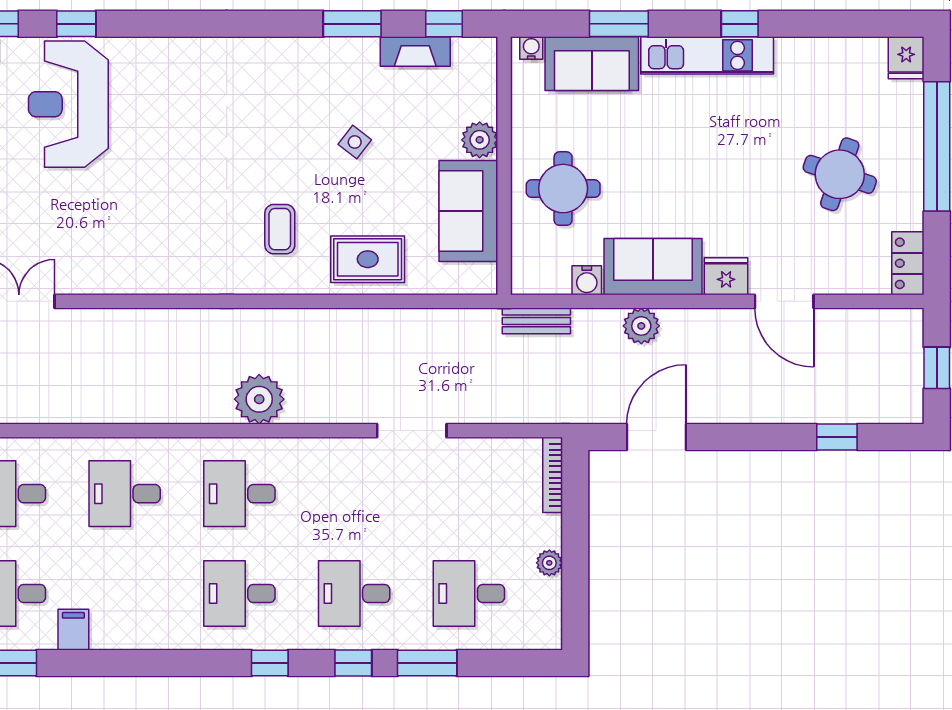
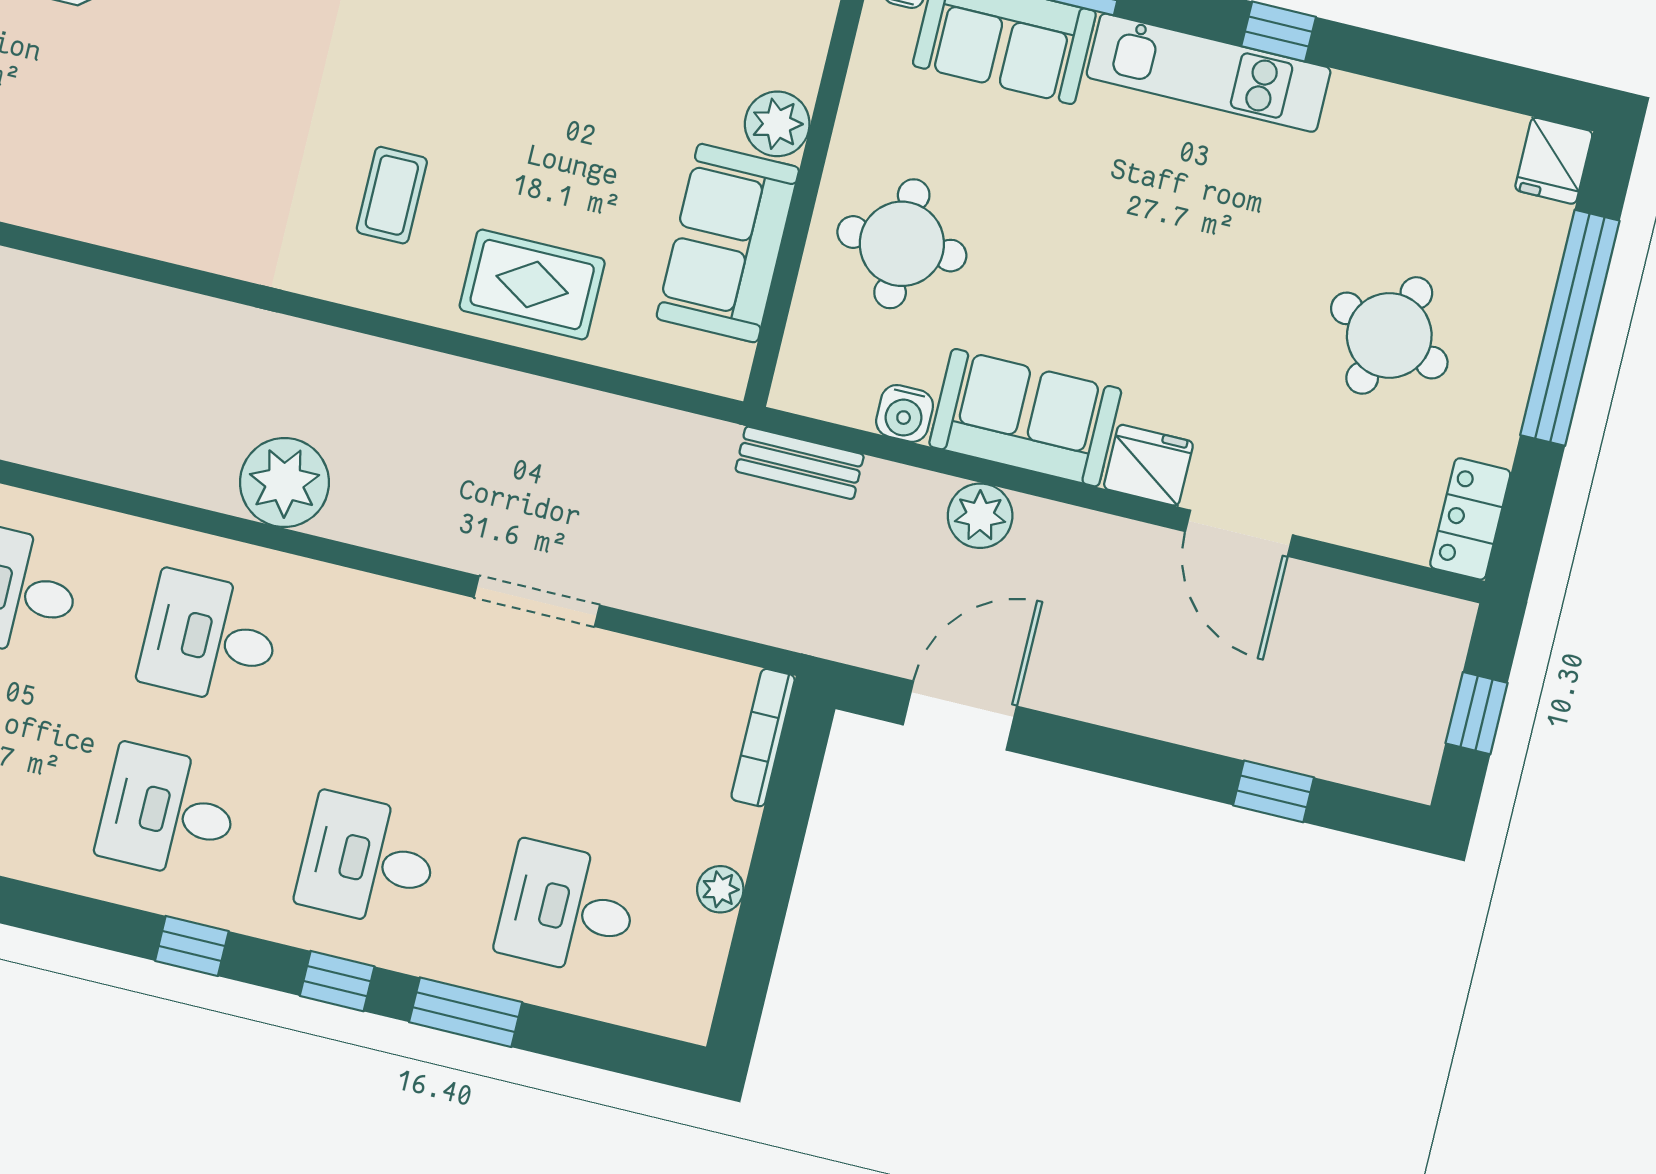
side table: (355, 142) -> (559, 75), removed

